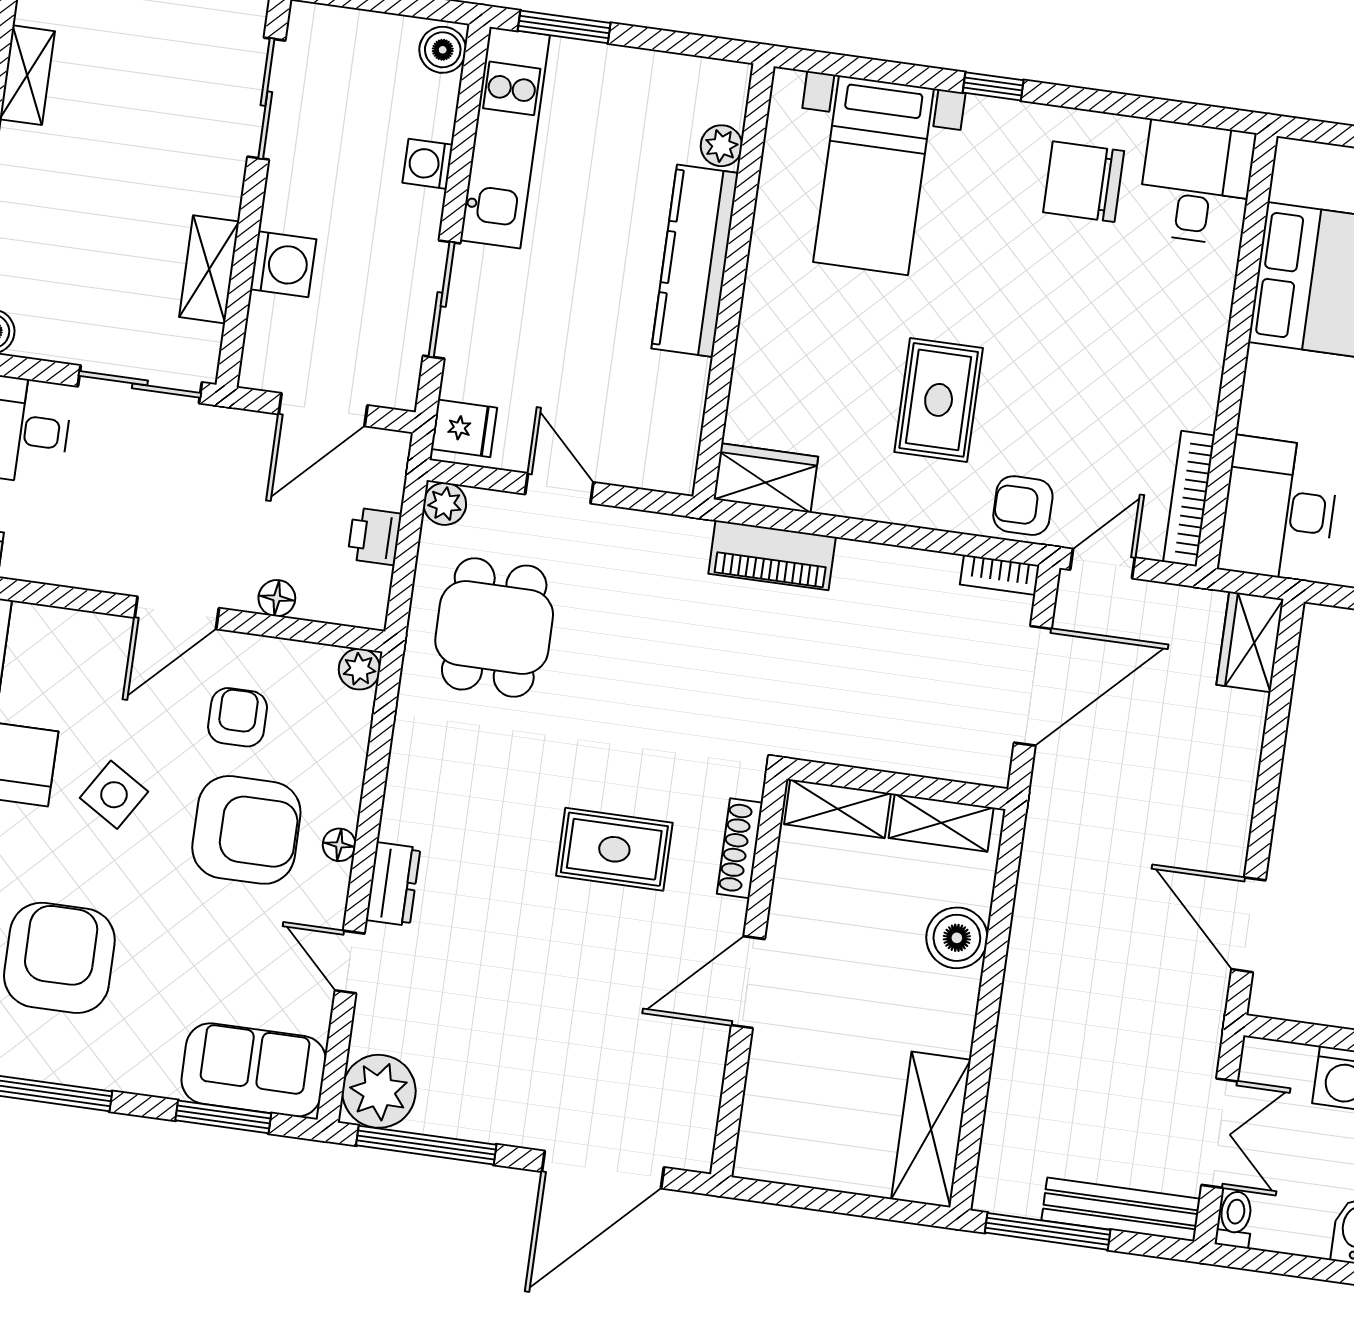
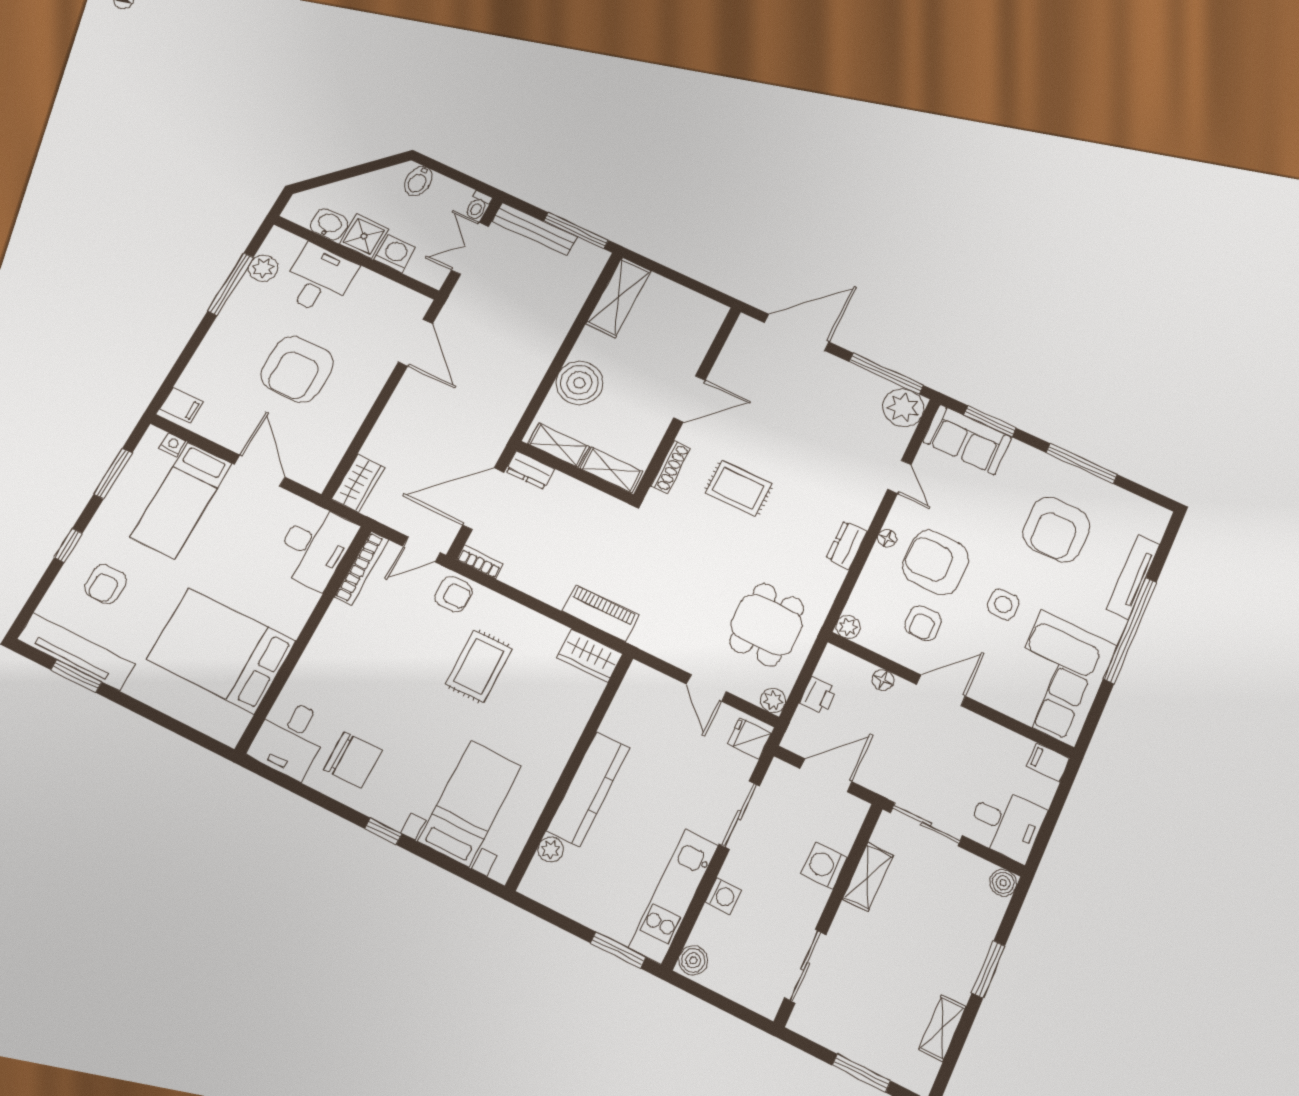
dresser: (973, 762) -> (530, 470), added
side table: (114, 795) -> (1003, 604), turned -32
dresser: (393, 884) -> (847, 545), moved
boiler: (957, 938) -> (579, 383), width x1.37, depth x1.37

